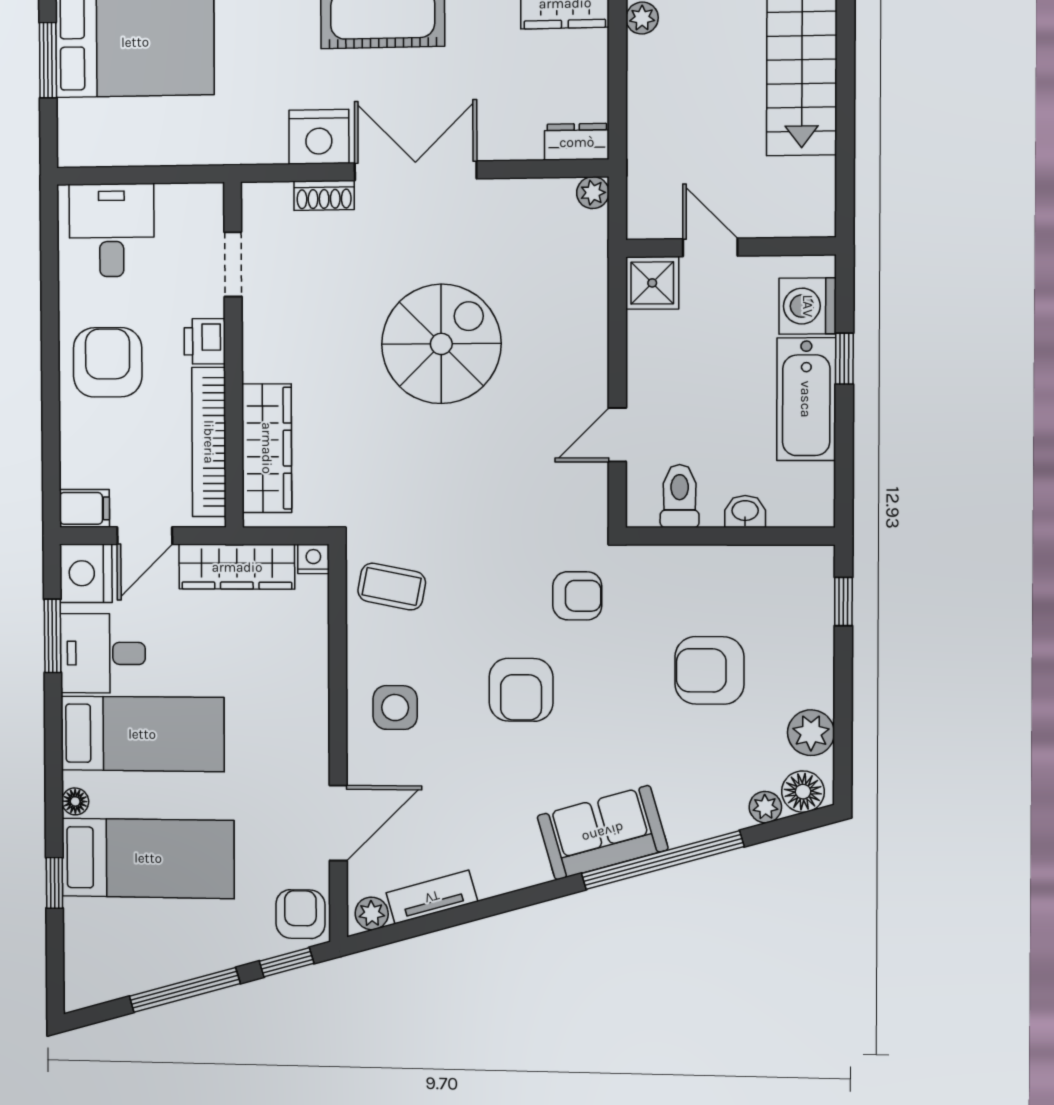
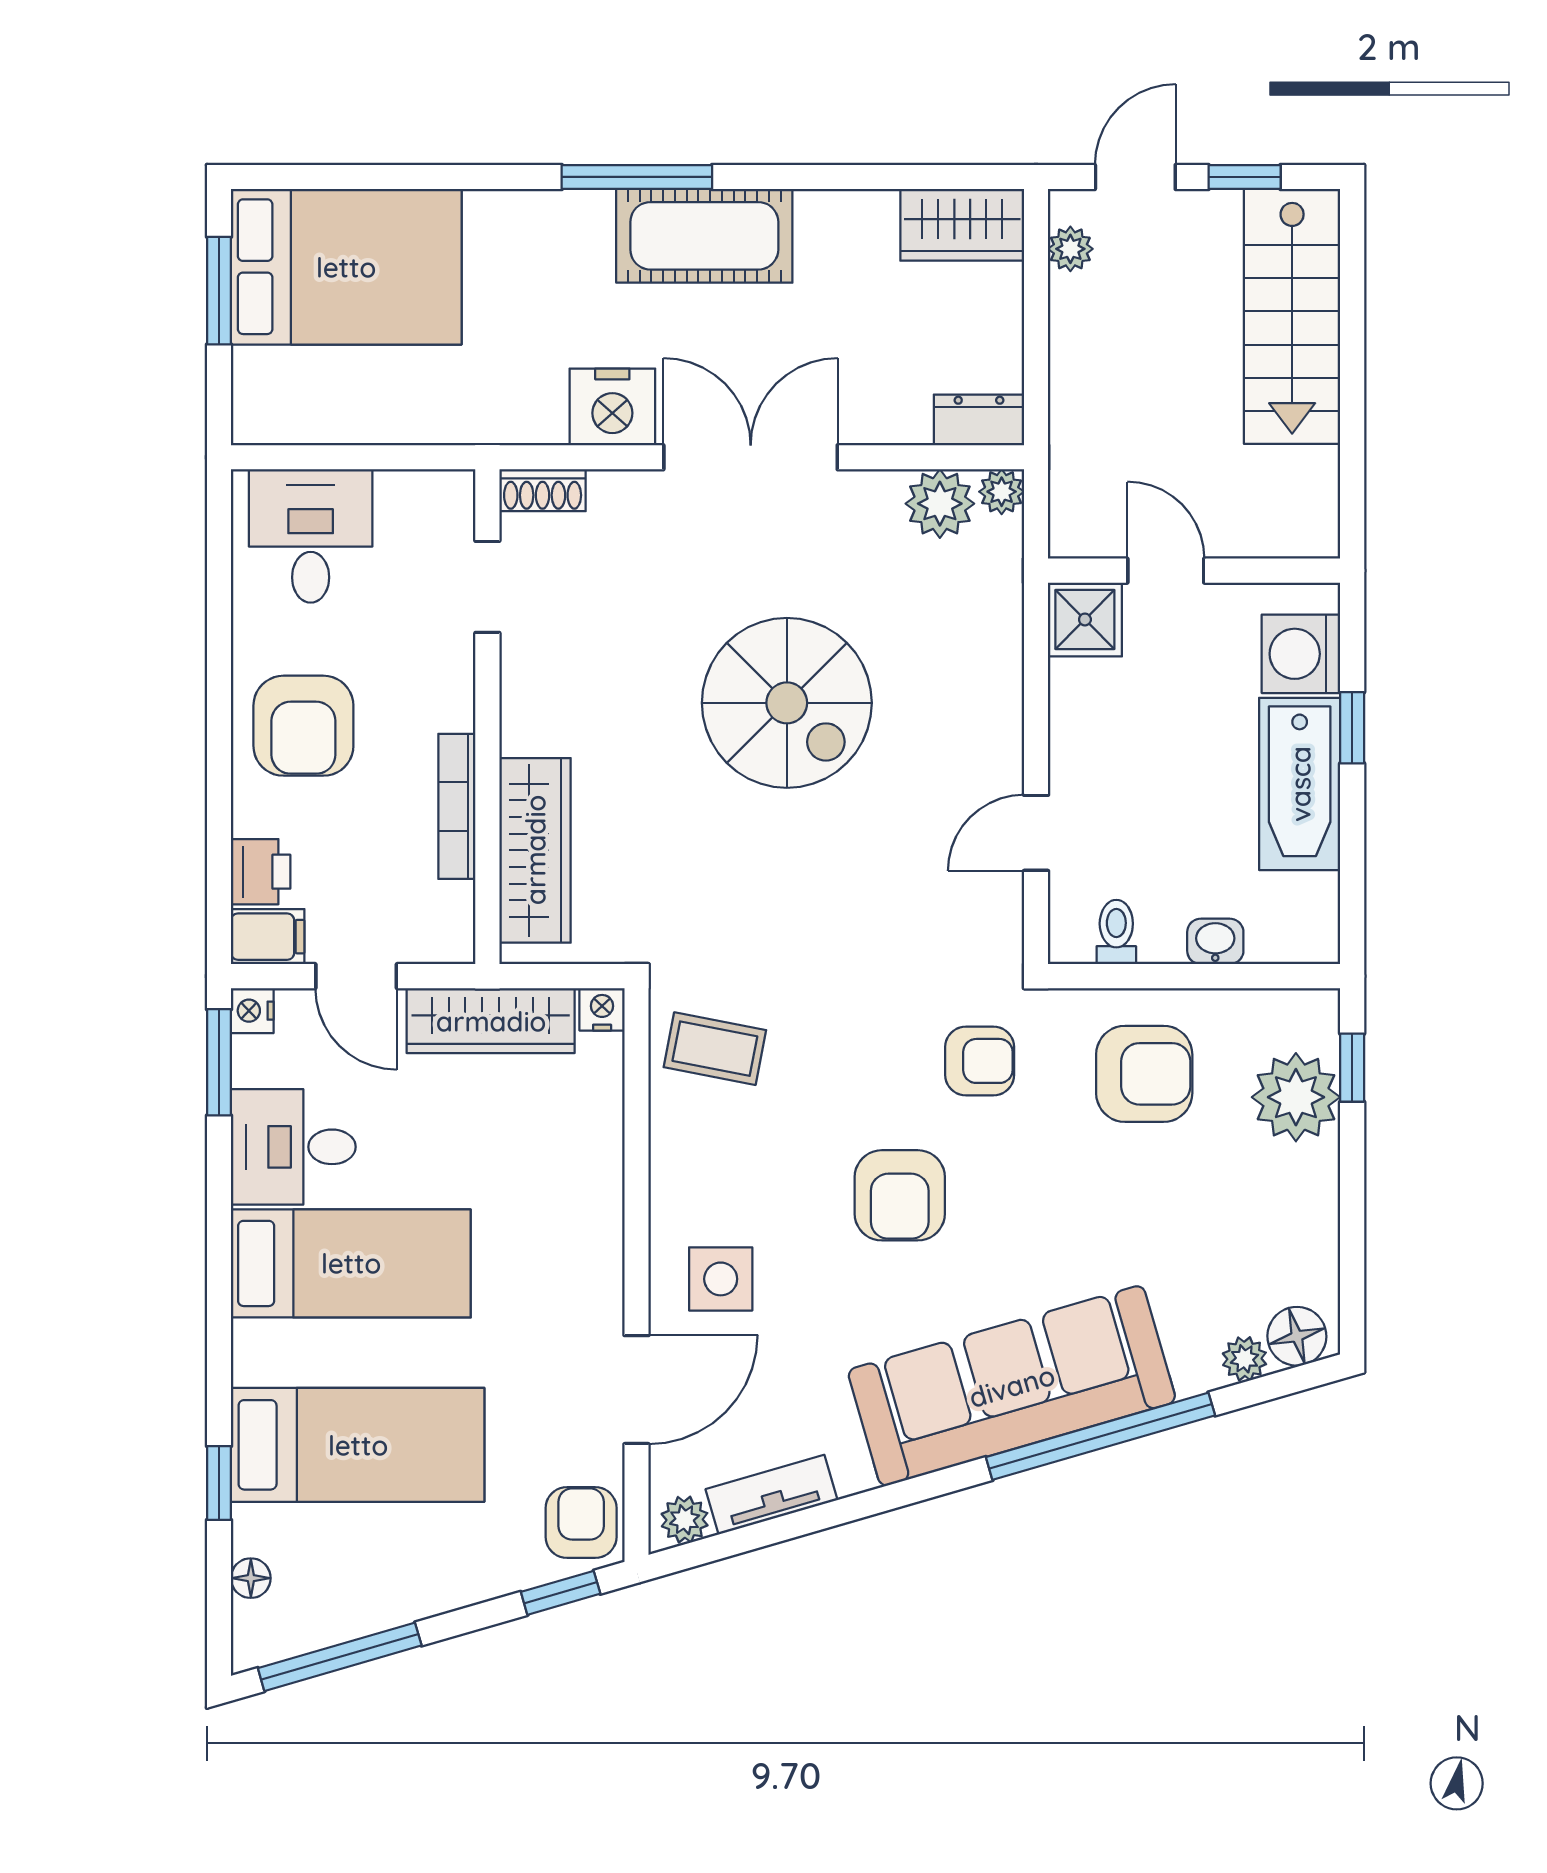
shoe rack: (324, 195) -> (543, 490), moved
plant: (549, 202) -> (940, 504), added
printer: (205, 341) -> (261, 872), moved, turned 180
spiral stairs: (441, 344) -> (787, 703), turned 90
armchair: (108, 362) -> (303, 726), turned 180
bookcase: (209, 442) -> (457, 806), width x0.68, depth x0.76
toilet: (680, 496) -> (1116, 932), width x0.73, depth x0.72
door: (145, 536) -> (356, 976), hinge flipped
nightstand: (86, 573) -> (252, 1011), width x0.53, depth x0.56
window: (52, 636) -> (219, 1062), moved
armchair: (709, 670) -> (1144, 1074), moved, turned 180
side table: (395, 708) -> (721, 1279), moved
plant: (811, 733) -> (1296, 1097), moved, width x1.36, depth x1.36
floor lamp: (75, 801) -> (251, 1578), moved
sofa: (603, 833) -> (1012, 1386), width x1.85, depth x1.27
window: (185, 990) -> (340, 1657), moved

